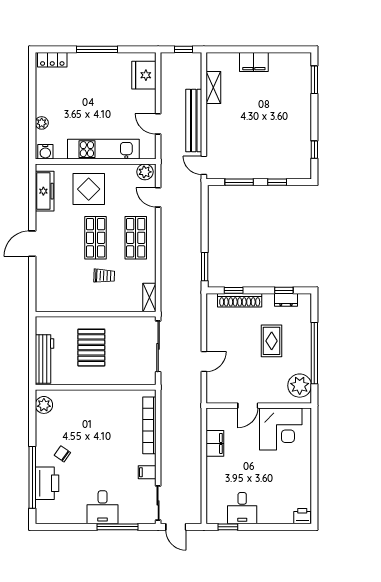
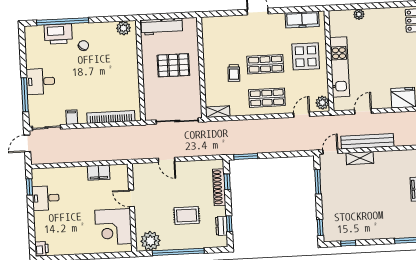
shelving: (213, 88) -> (360, 158), moved
water cooler: (45, 152) -> (335, 19), removed
window: (277, 182) -> (320, 227), moved

